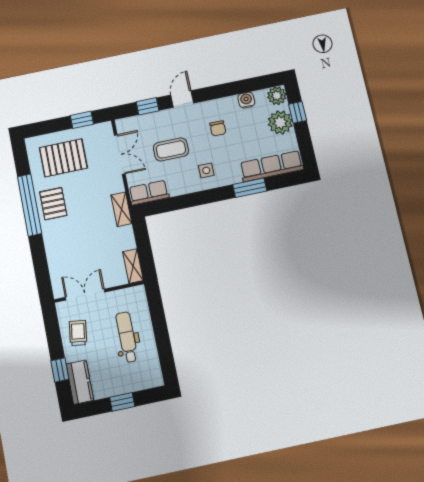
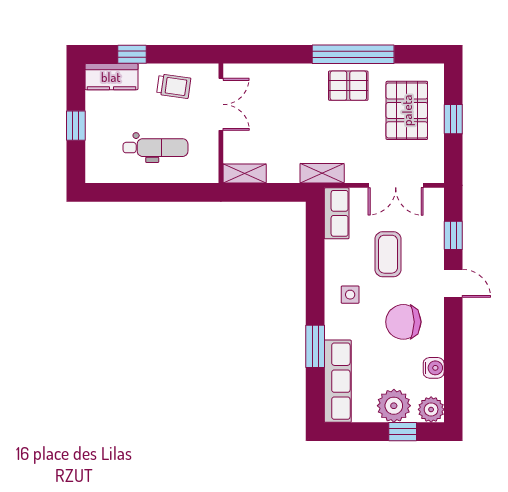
window: (82, 120) -> (453, 119), moved
chair: (218, 128) -> (403, 322), width x1.87, depth x1.87

